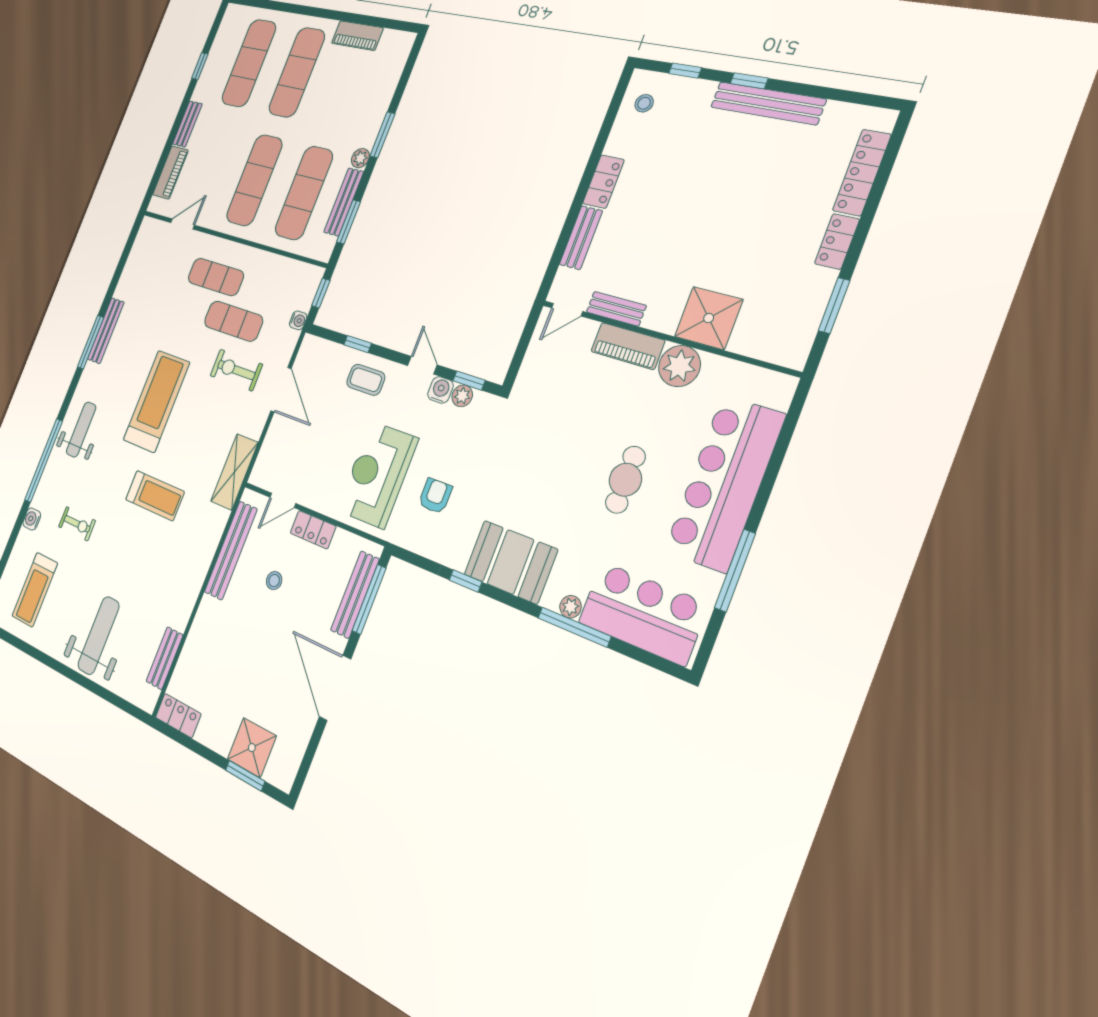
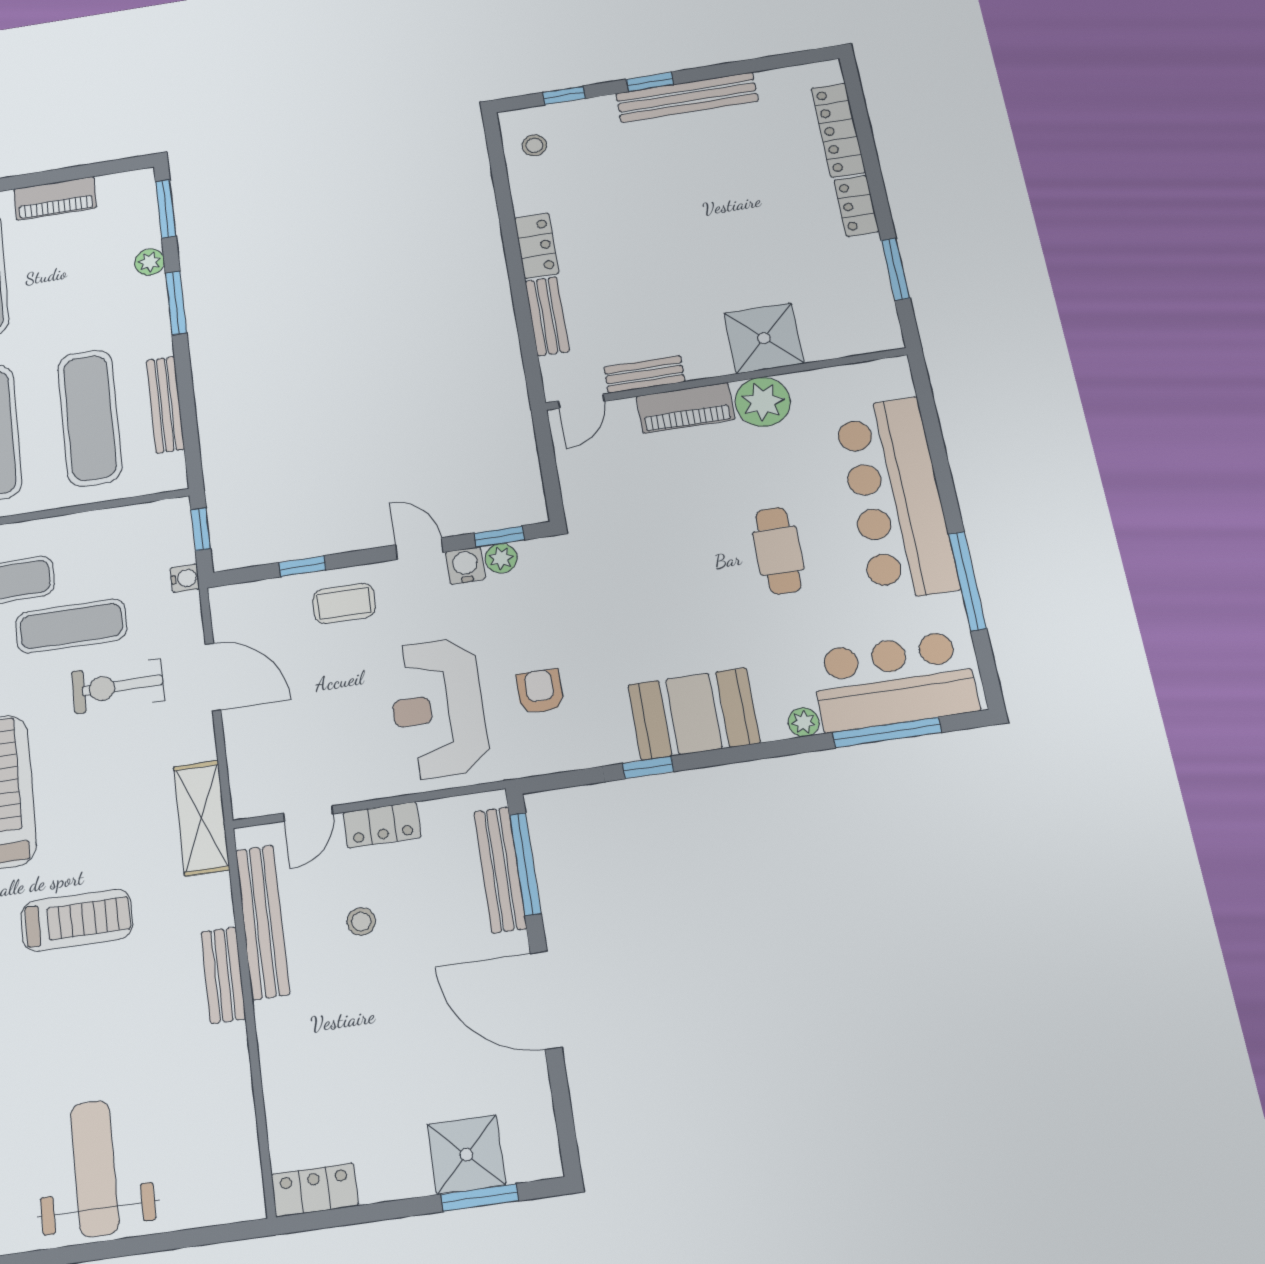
plant: (360, 158) -> (149, 262), moved
window: (349, 222) -> (166, 209), moved
window: (574, 627) -> (887, 733), moved
bench: (165, 658) -> (223, 975), moved

